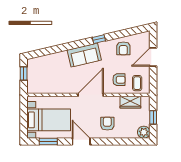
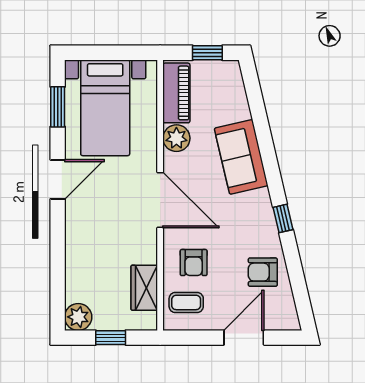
sofa: (84, 55) -> (241, 157), moved
door: (153, 57) -> (244, 338), hinge flipped
piano: (42, 88) -> (176, 93), added
plant: (62, 88) -> (176, 138), added
armchair: (107, 124) -> (97, 237), removed

